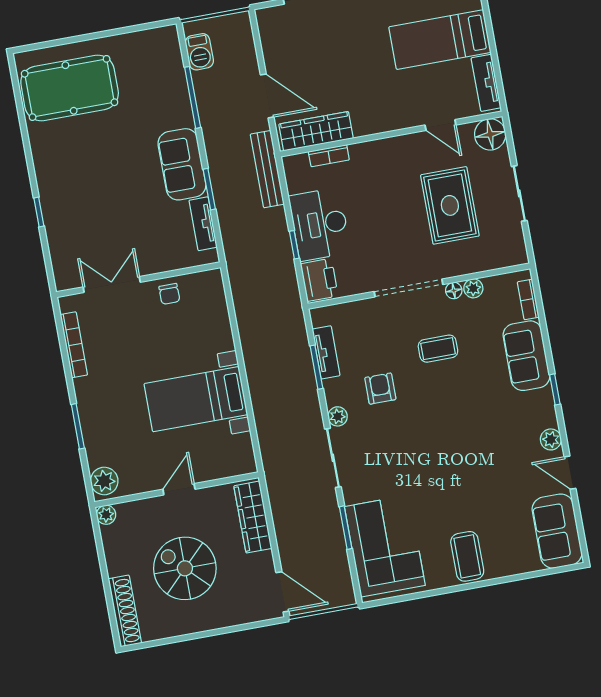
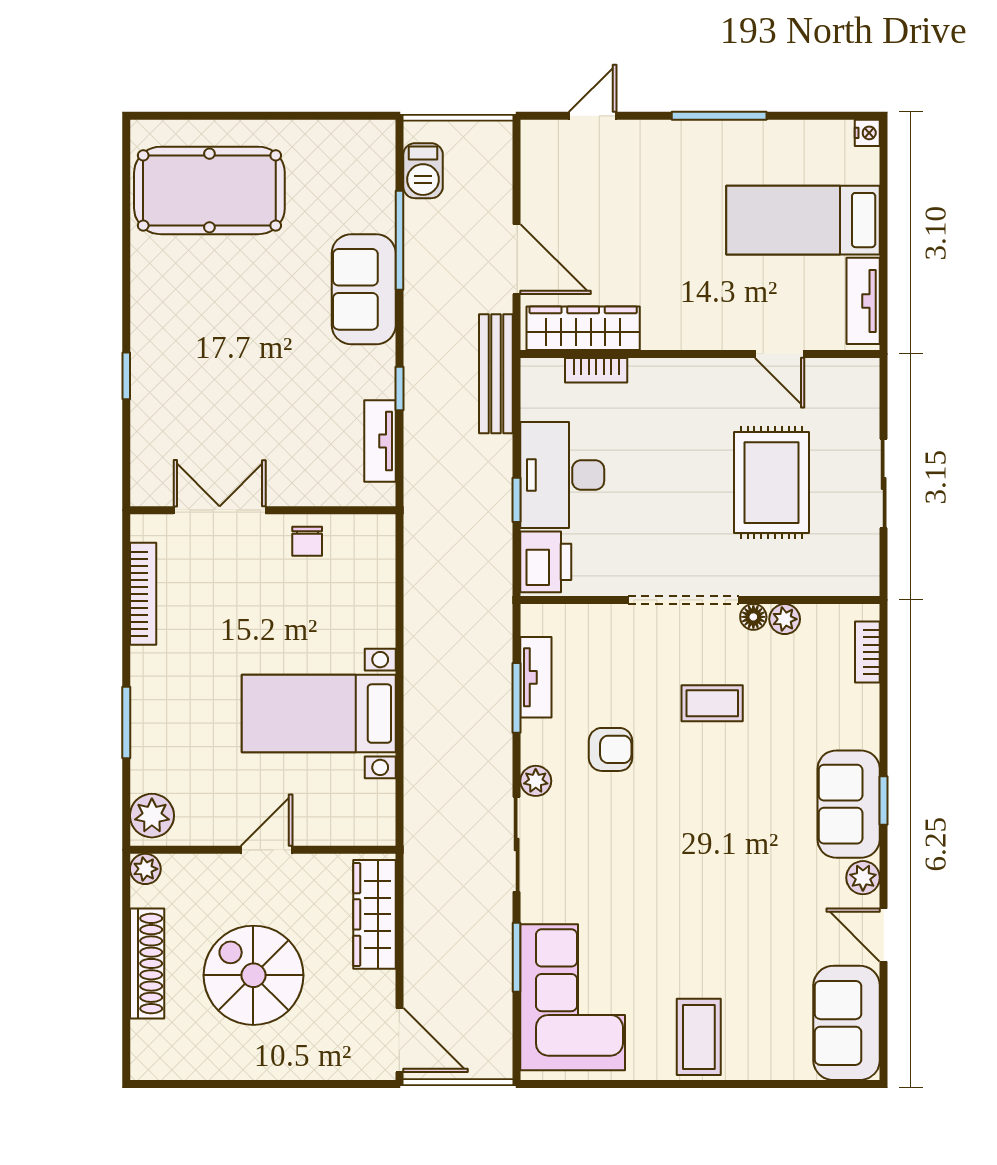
floor lamp: (490, 134) -> (855, 383), removed
sofa: (182, 164) -> (364, 289), moved
window: (209, 189) -> (399, 388), width x0.67
sofa: (526, 356) -> (849, 804), moved
armchair: (380, 389) -> (611, 749), turned 90
shoe rack: (125, 611) -> (147, 963), moved

